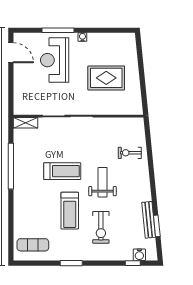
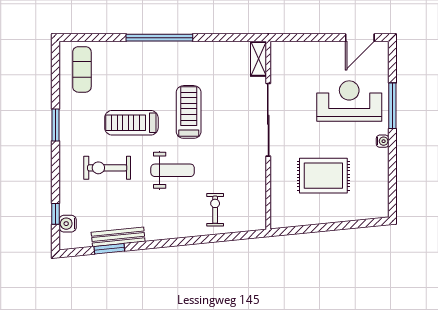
rug: (106, 78) -> (323, 176), turned 90
window: (11, 166) -> (159, 38), moved
treadmill: (62, 171) -> (189, 112), turned 180

